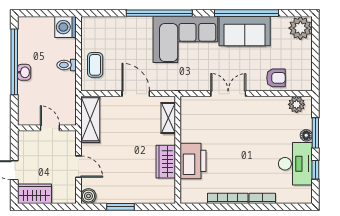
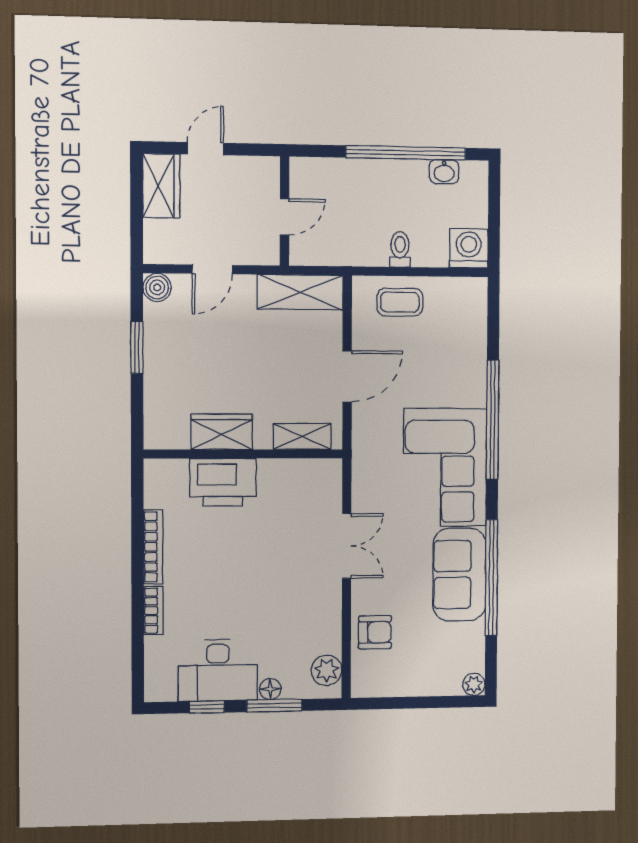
plant: (300, 28) -> (474, 684), width x0.53, depth x0.53
washbasin: (24, 72) -> (444, 172), moved
armchair: (276, 78) -> (375, 632), turned -90

